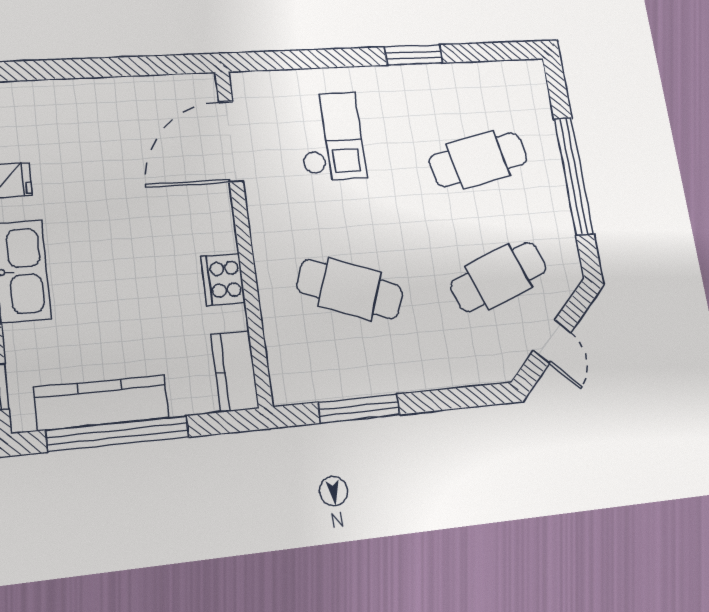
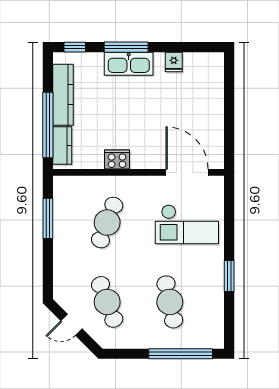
checkout: (331, 136) -> (187, 224), width x1.36, depth x1.21
window: (574, 176) -> (181, 354), moved
kitchen counter: (235, 371) -> (62, 146), moved, turned 90
window: (118, 434) -> (48, 125), moved

